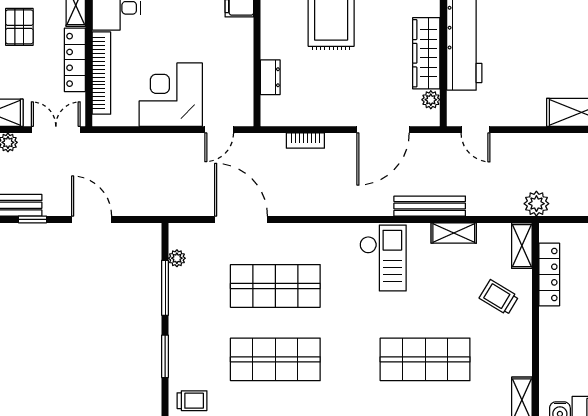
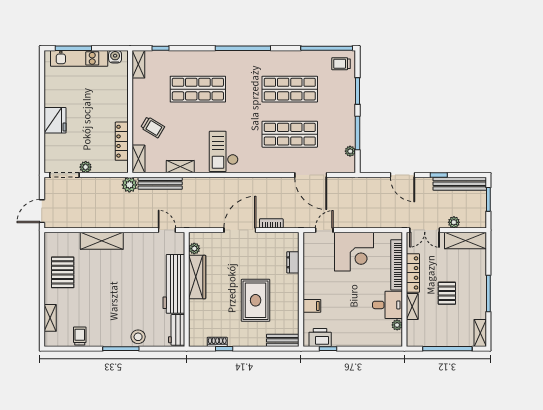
door: (383, 130) -> (240, 230), moved
bench: (430, 206) -> (160, 183), moved

